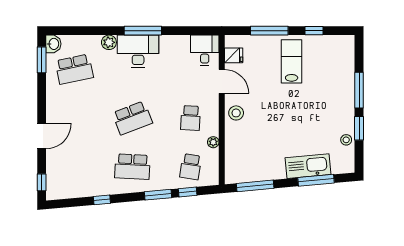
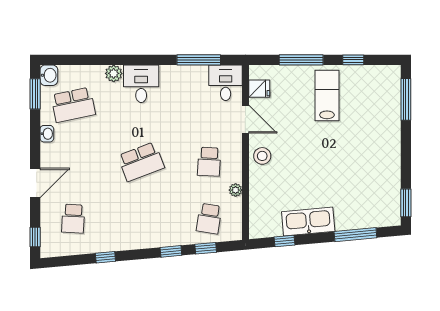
window: (143, 31) -> (199, 60), moved
desk: (138, 51) -> (141, 84), width x0.73
window: (359, 90) -> (406, 99), moved
washbasin: (52, 94) -> (47, 134), added
window: (359, 128) -> (406, 203), moved
stool: (346, 140) -> (391, 187), removed
kitchen sink: (308, 166) -> (308, 222), moved
school desk: (132, 167) -> (73, 219), moved, width x0.54
window: (255, 186) -> (285, 241), width x0.46
window: (158, 195) -> (171, 251), width x0.67

